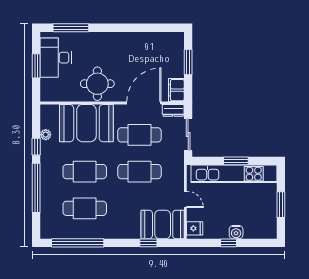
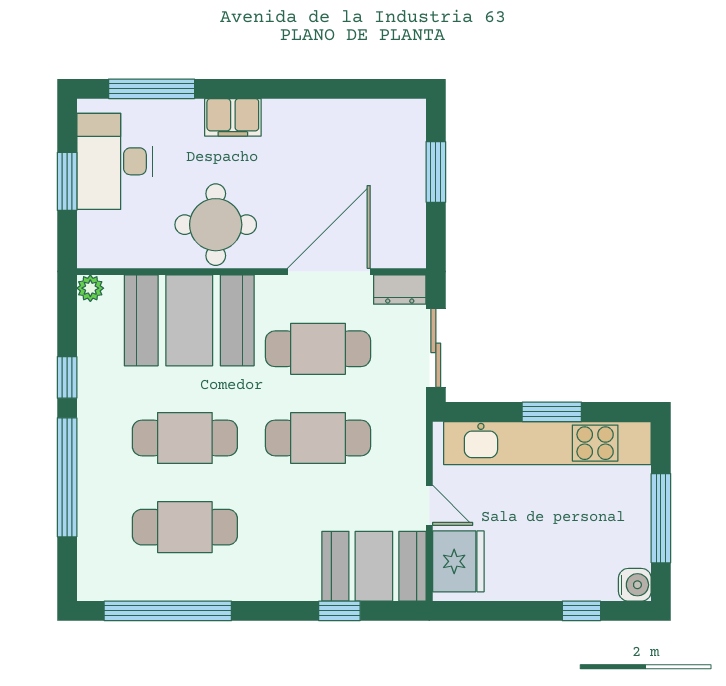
filing cabinet: (176, 90) -> (233, 117), moved, turned -90
plant: (46, 135) -> (90, 288), moved
window: (281, 205) -> (661, 518), width x1.44
fridge: (195, 228) -> (458, 561), width x1.88, depth x1.34
water cooler: (236, 232) -> (635, 585), moved, turned -90
window: (228, 243) -> (581, 611), moved

